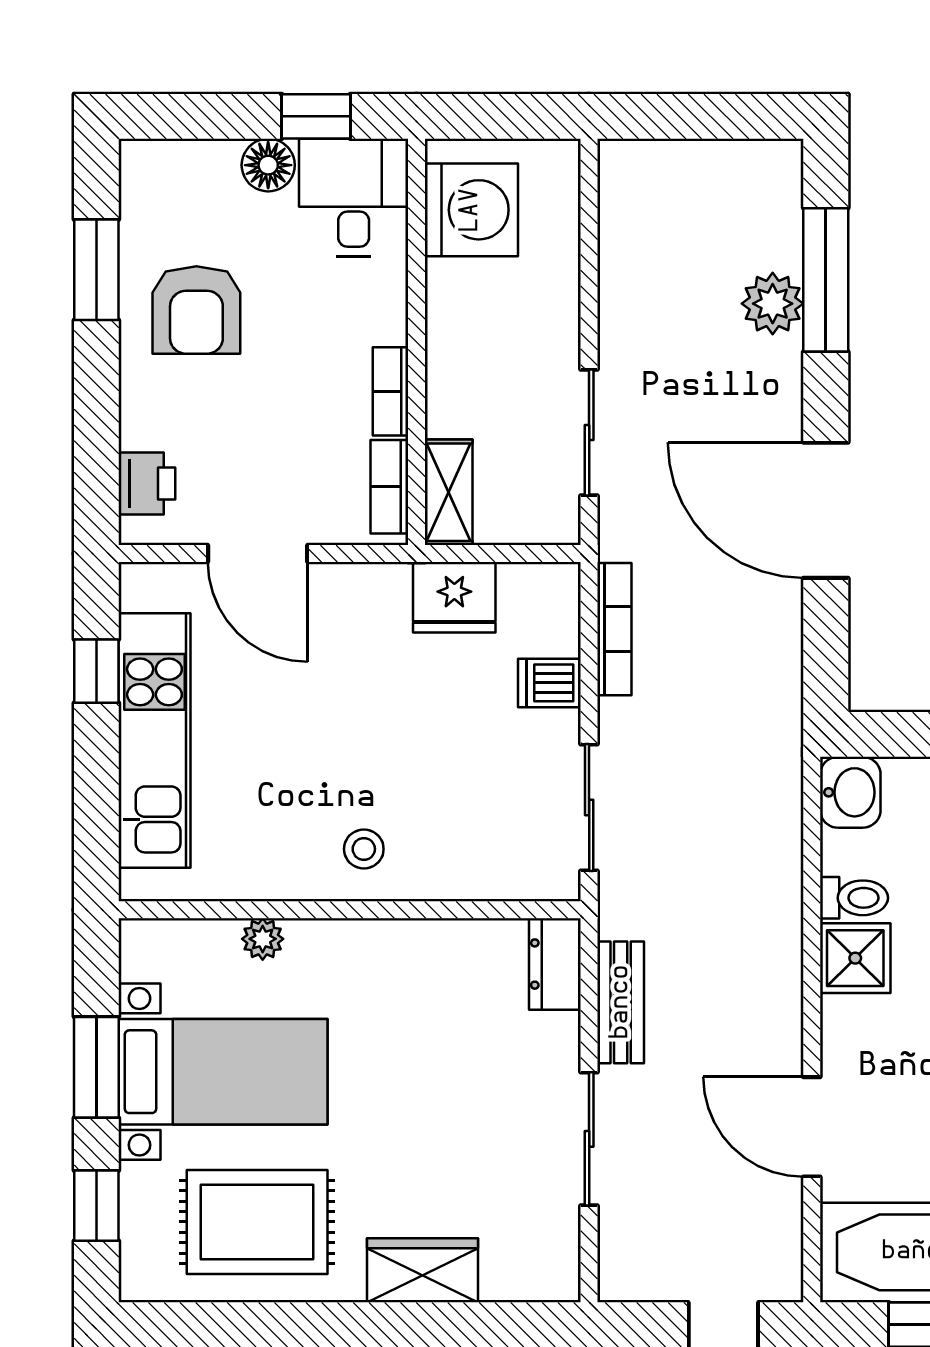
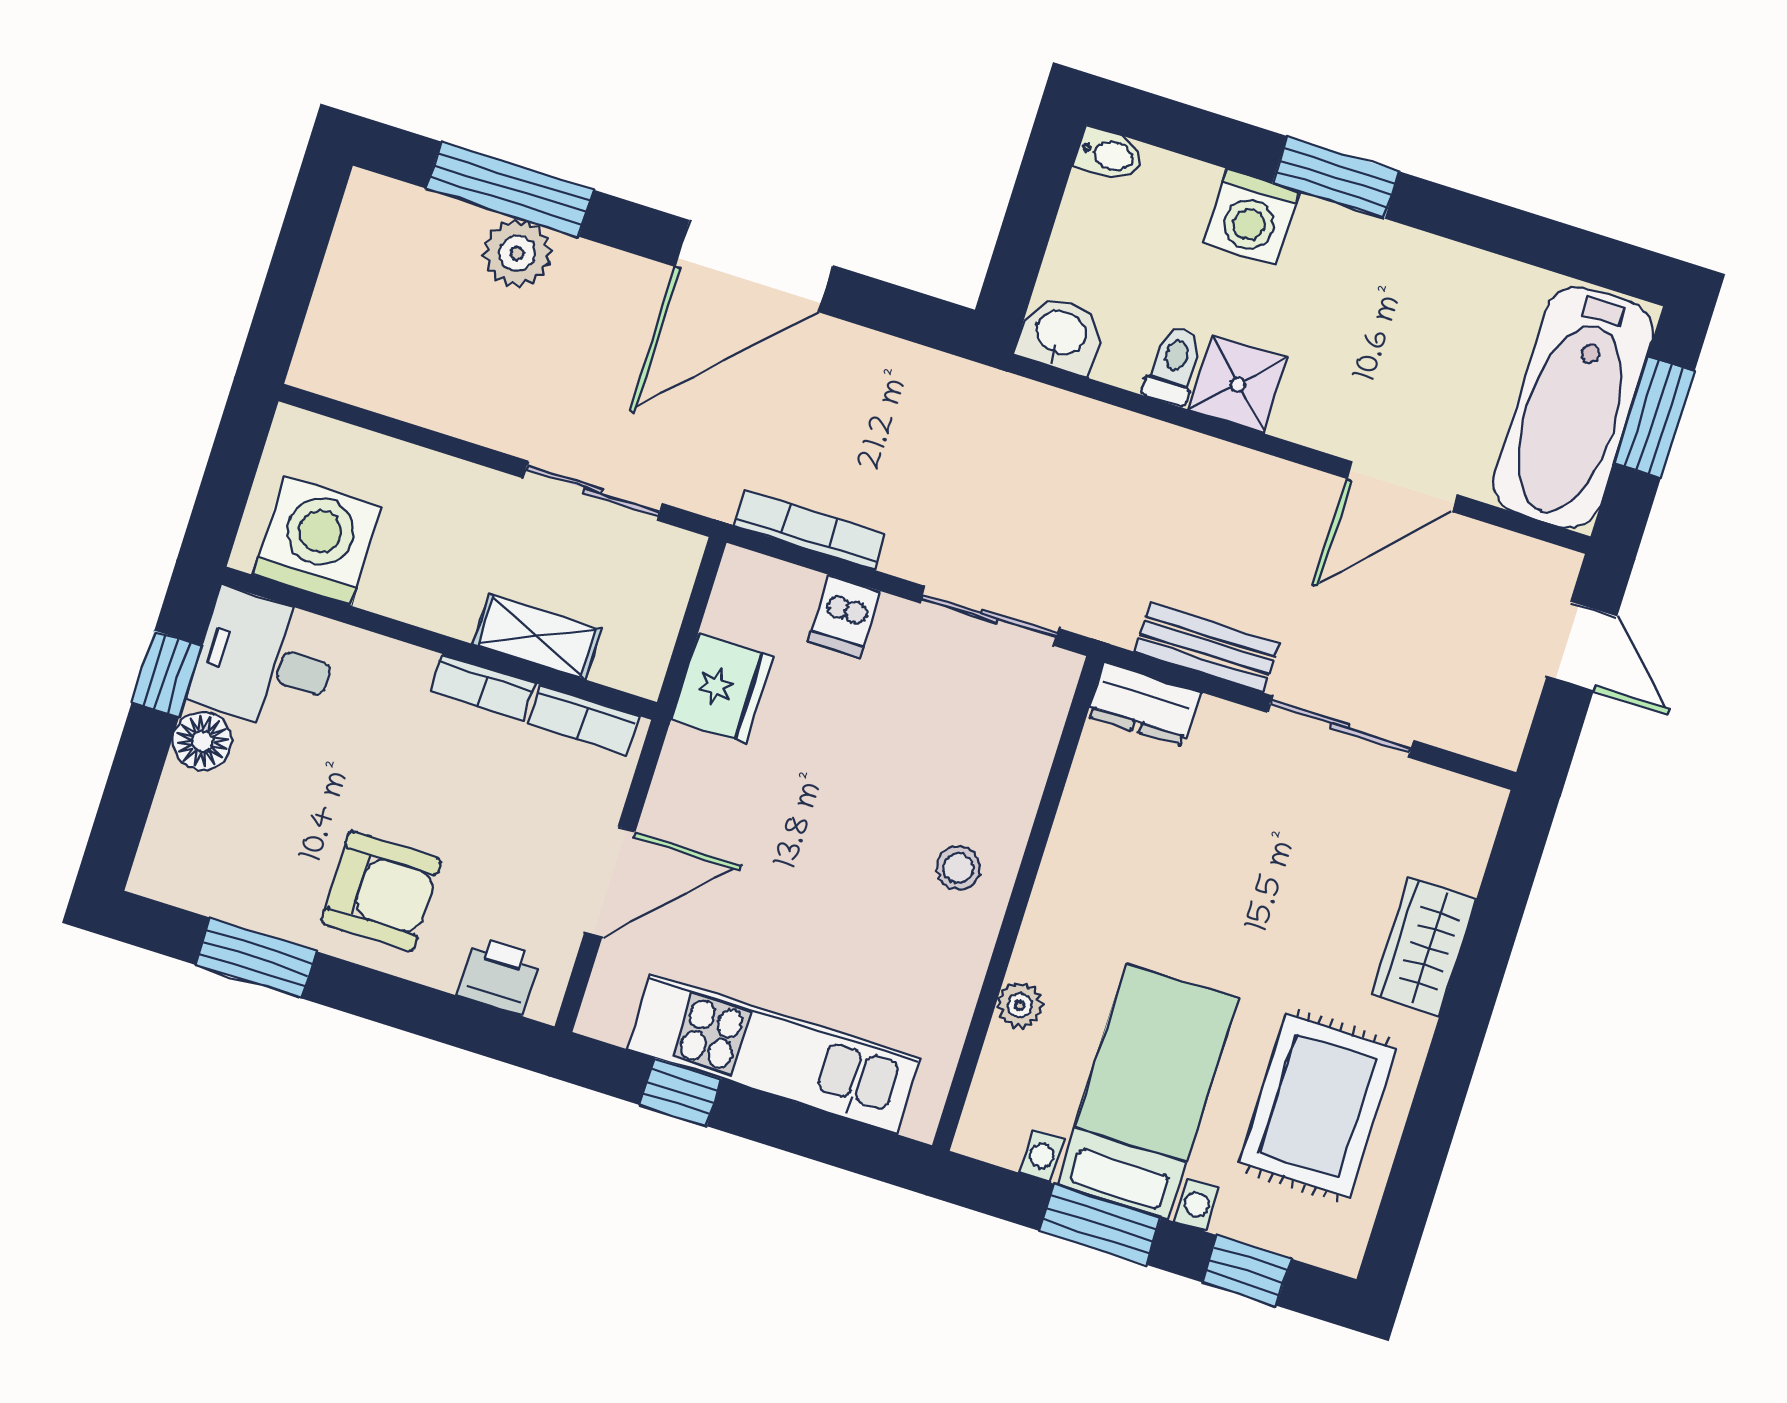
armchair: (196, 310) -> (381, 891), moved
shelving: (449, 492) -> (537, 637), moved

